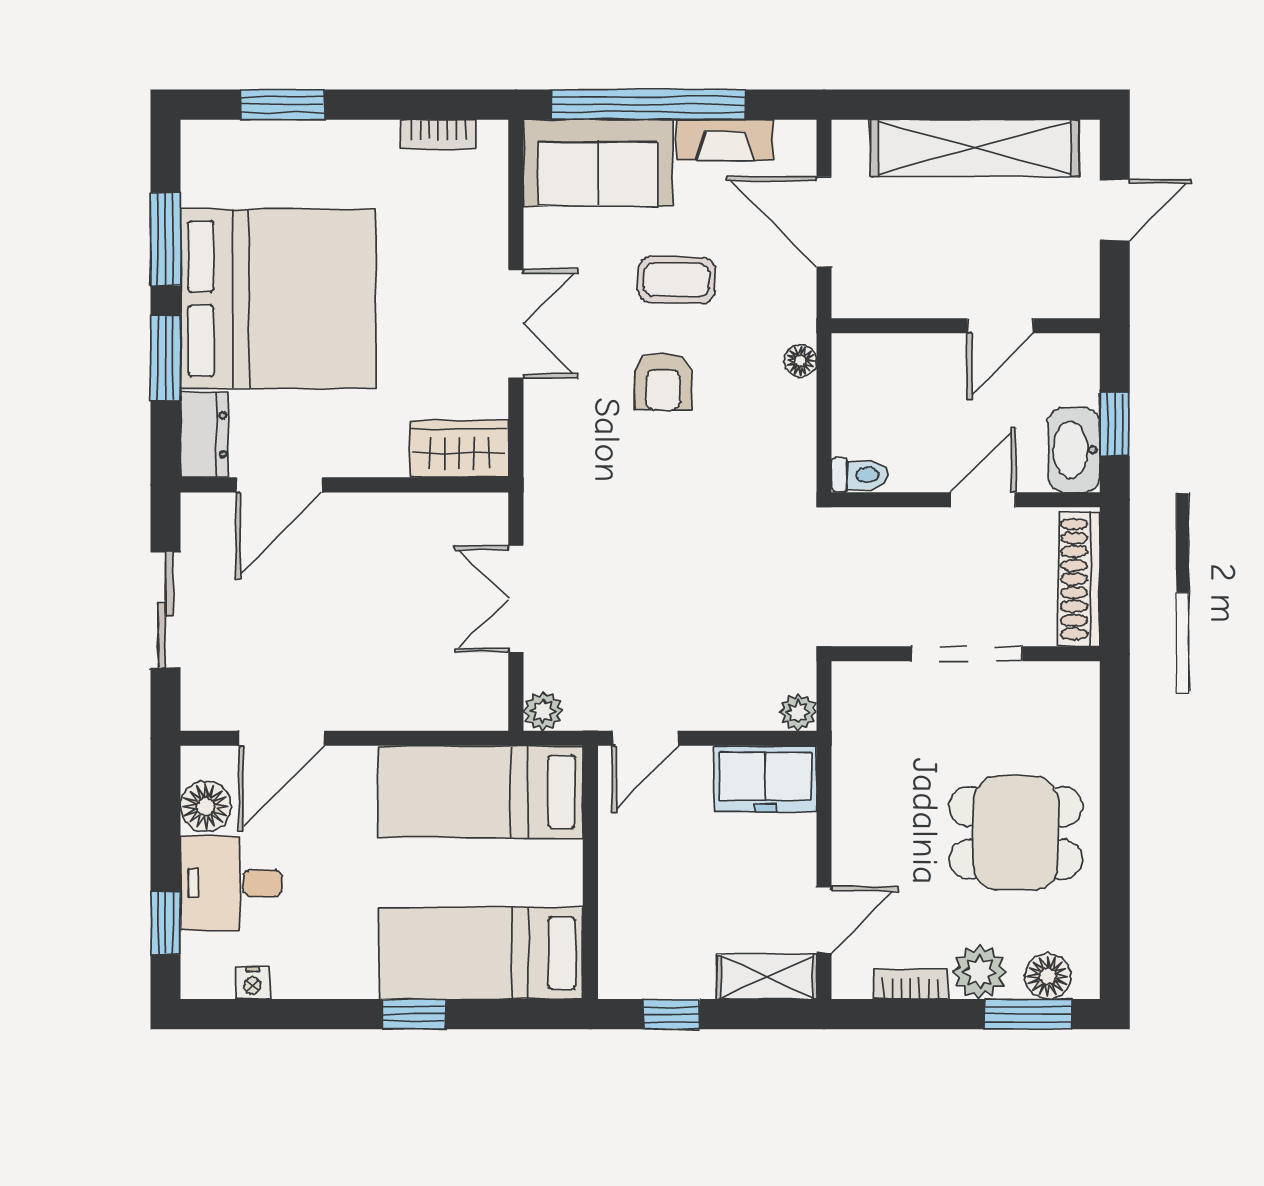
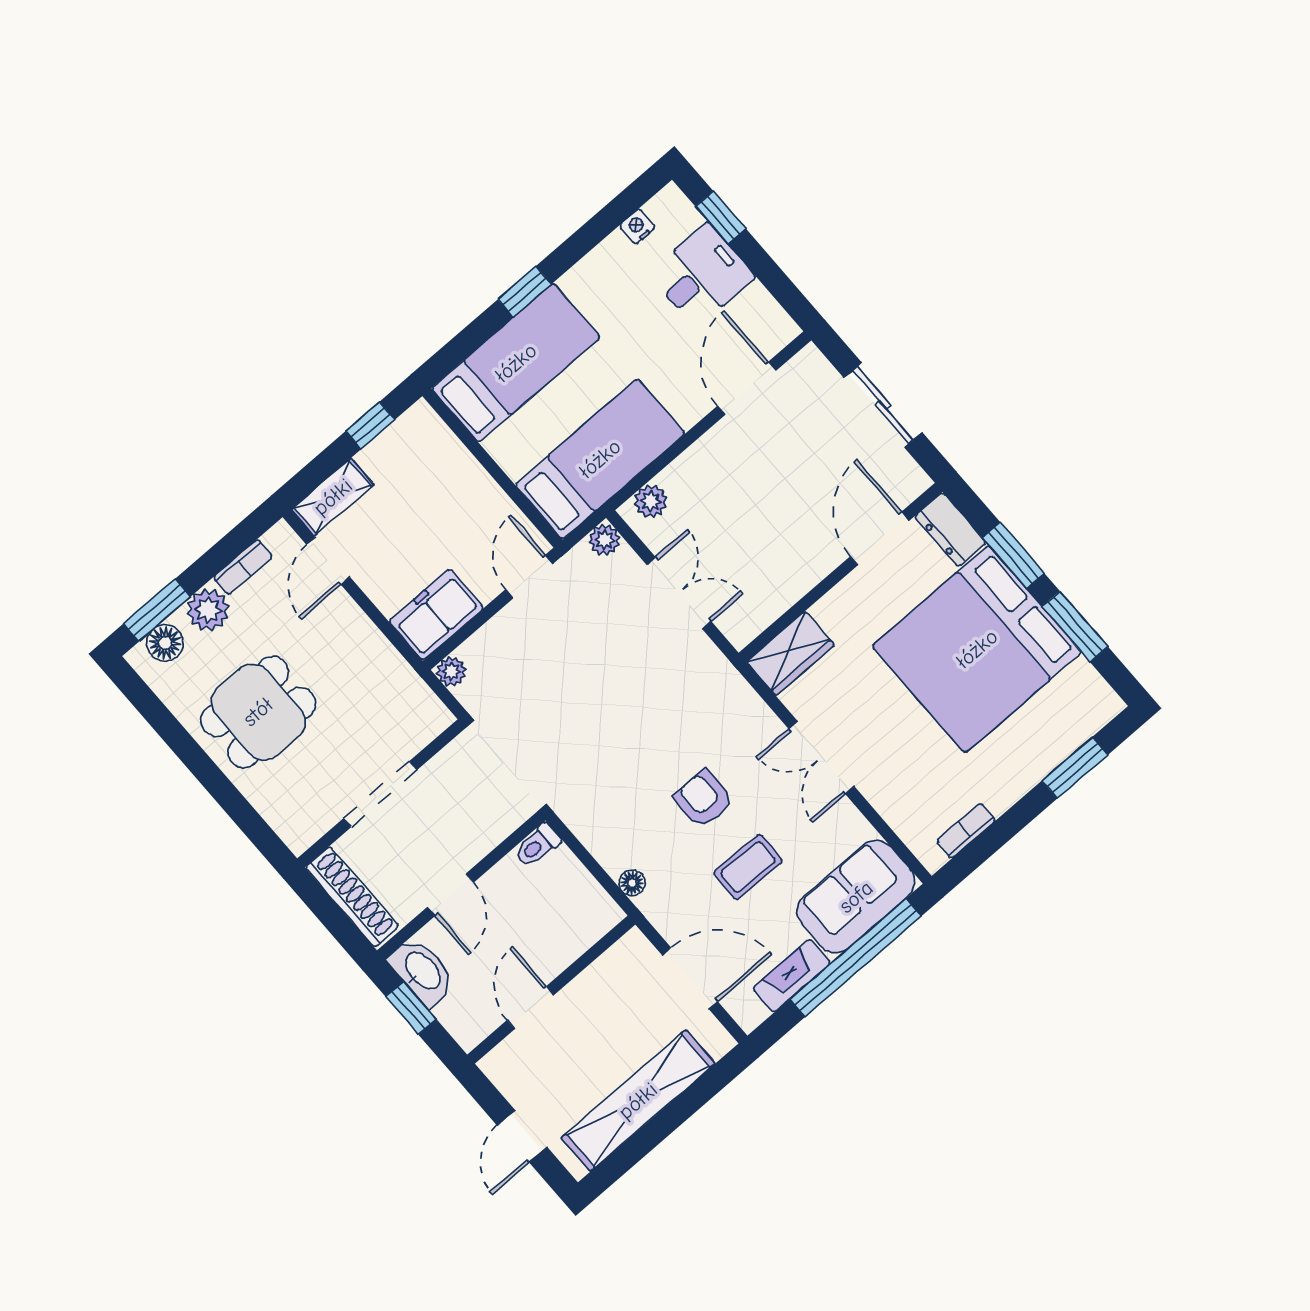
plant: (467, 710) -> (651, 501), added
floor lamp: (206, 807) -> (757, 308), removed

